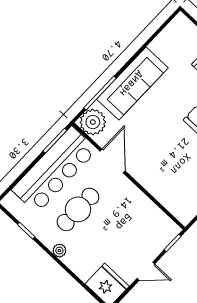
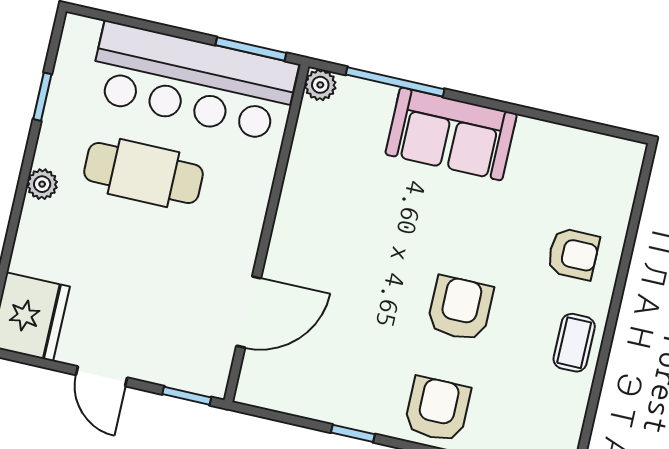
sofa: (132, 84) -> (451, 134), width x0.73
plant: (93, 122) -> (320, 85), width x0.53, depth x0.53
door: (113, 161) -> (249, 312), moved

